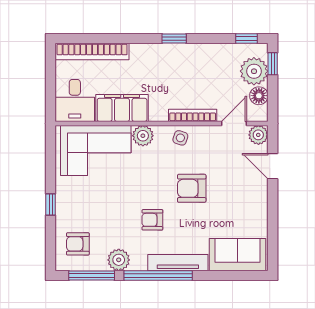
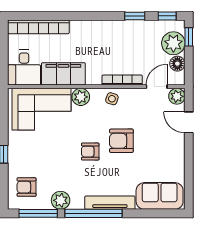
window: (174, 39) -> (135, 16), moved
armchair: (152, 220) -> (90, 152), moved

